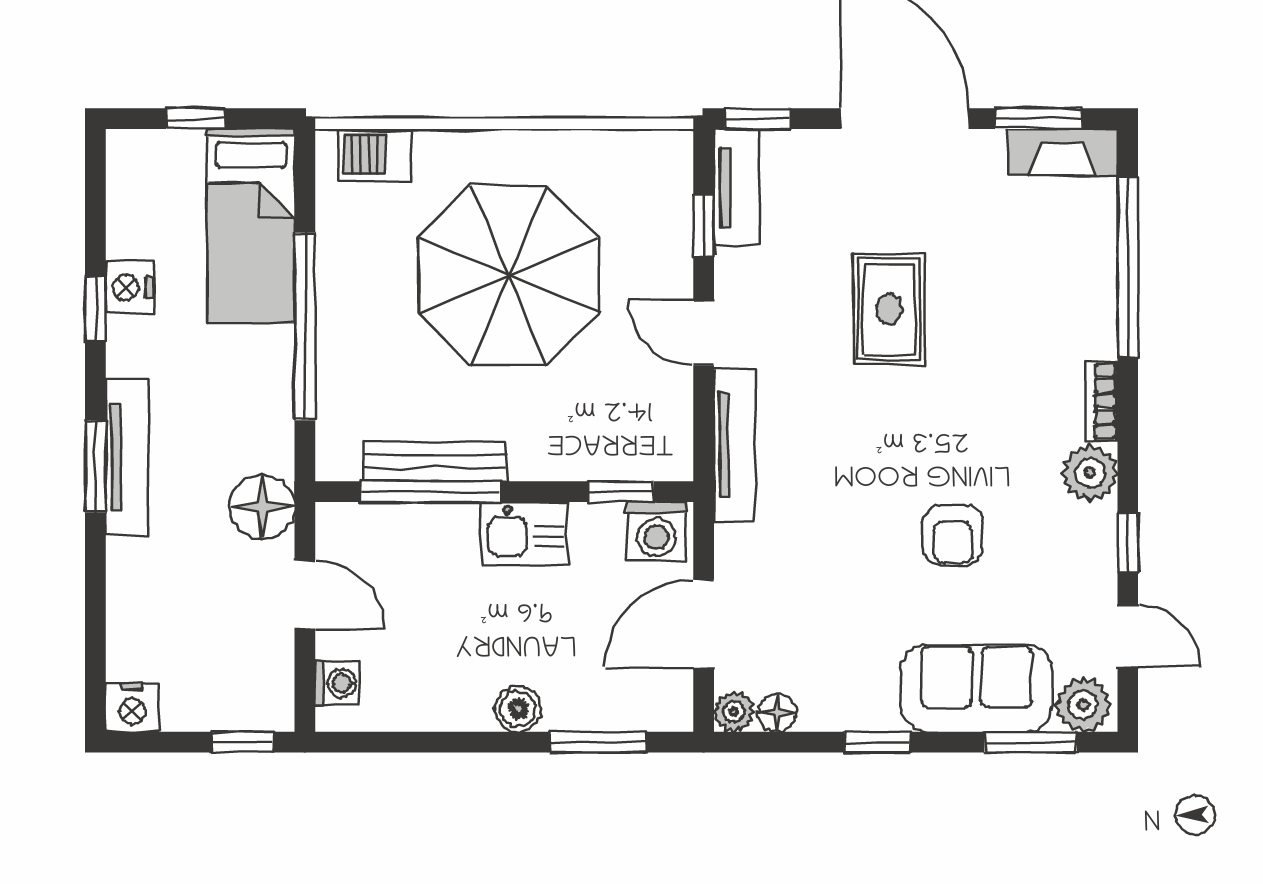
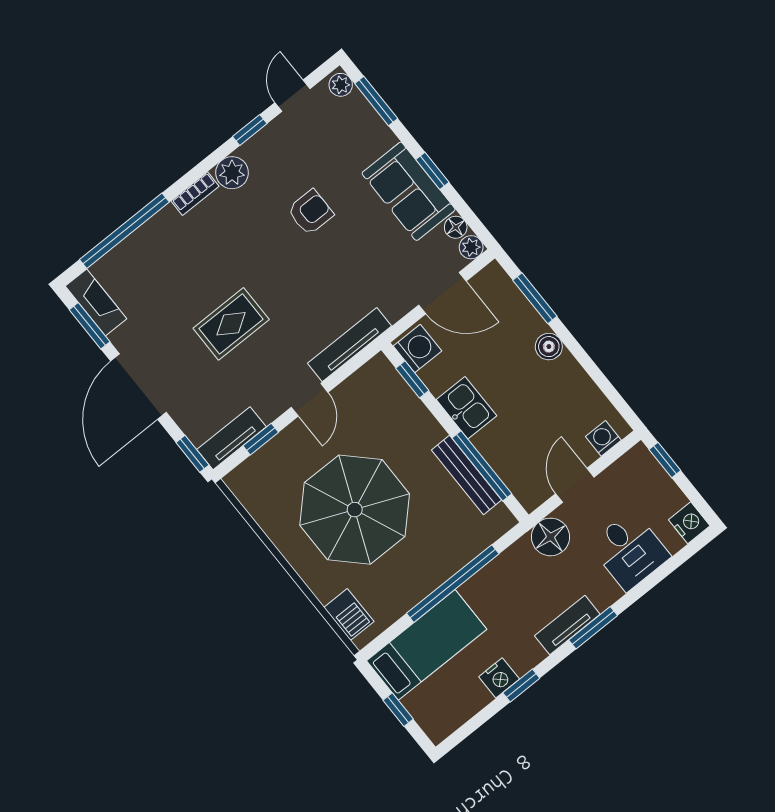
tv unit: (127, 458) -> (567, 625), width x0.71
desk: (160, 598) -> (629, 550), added
sofa: (977, 688) -> (409, 191), moved
plant: (1083, 705) -> (341, 85), width x0.73, depth x0.73

